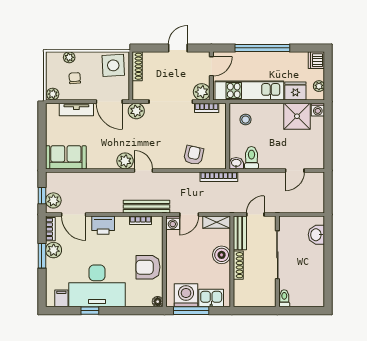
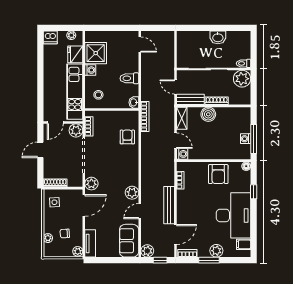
door: (178, 48) -> (40, 150), hinge flipped
window: (262, 48) -> (40, 81), removed
side table: (113, 65) -> (54, 202), width x0.54, depth x0.54
door: (211, 66) -> (55, 123), swing flipped
tv unit: (76, 109) -> (90, 243), moved
washing machine: (318, 110) -> (90, 70), moved
armchair: (194, 155) -> (127, 137), turned 77
toilet: (251, 158) -> (129, 78), moved
door: (143, 171) -> (140, 211), moved
door: (295, 171) -> (140, 45), moved
plant: (53, 200) -> (147, 251), moved
bench: (146, 207) -> (169, 205), moved
printer: (103, 225) -> (184, 210), removed
washbasin: (316, 235) -> (218, 37), moved
plant: (54, 250) -> (216, 251), moved
washing machine: (186, 295) -> (246, 139), width x0.53, depth x0.53
plant: (265, 296) -> (242, 79), added
kitchen sink: (211, 298) -> (243, 123), removed
window: (90, 311) -> (254, 192), moved

